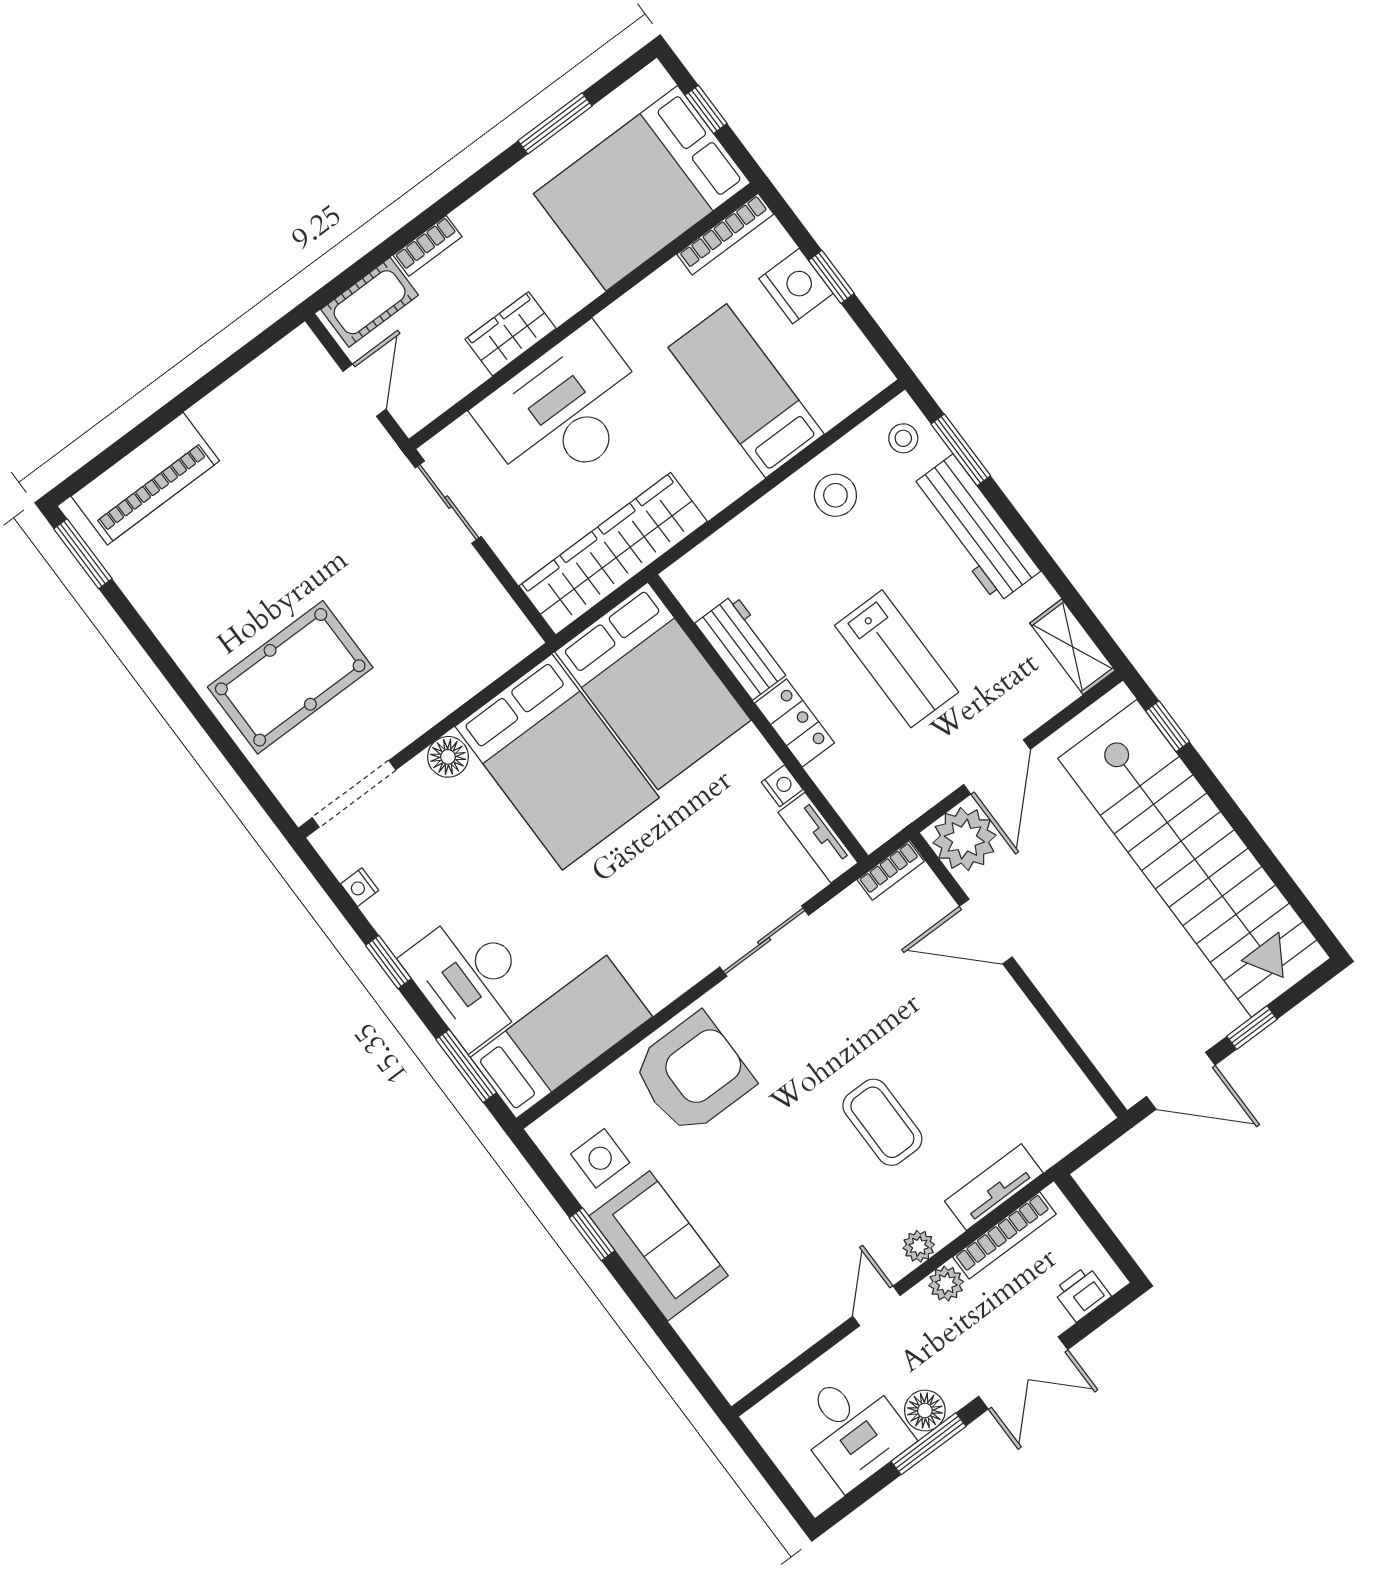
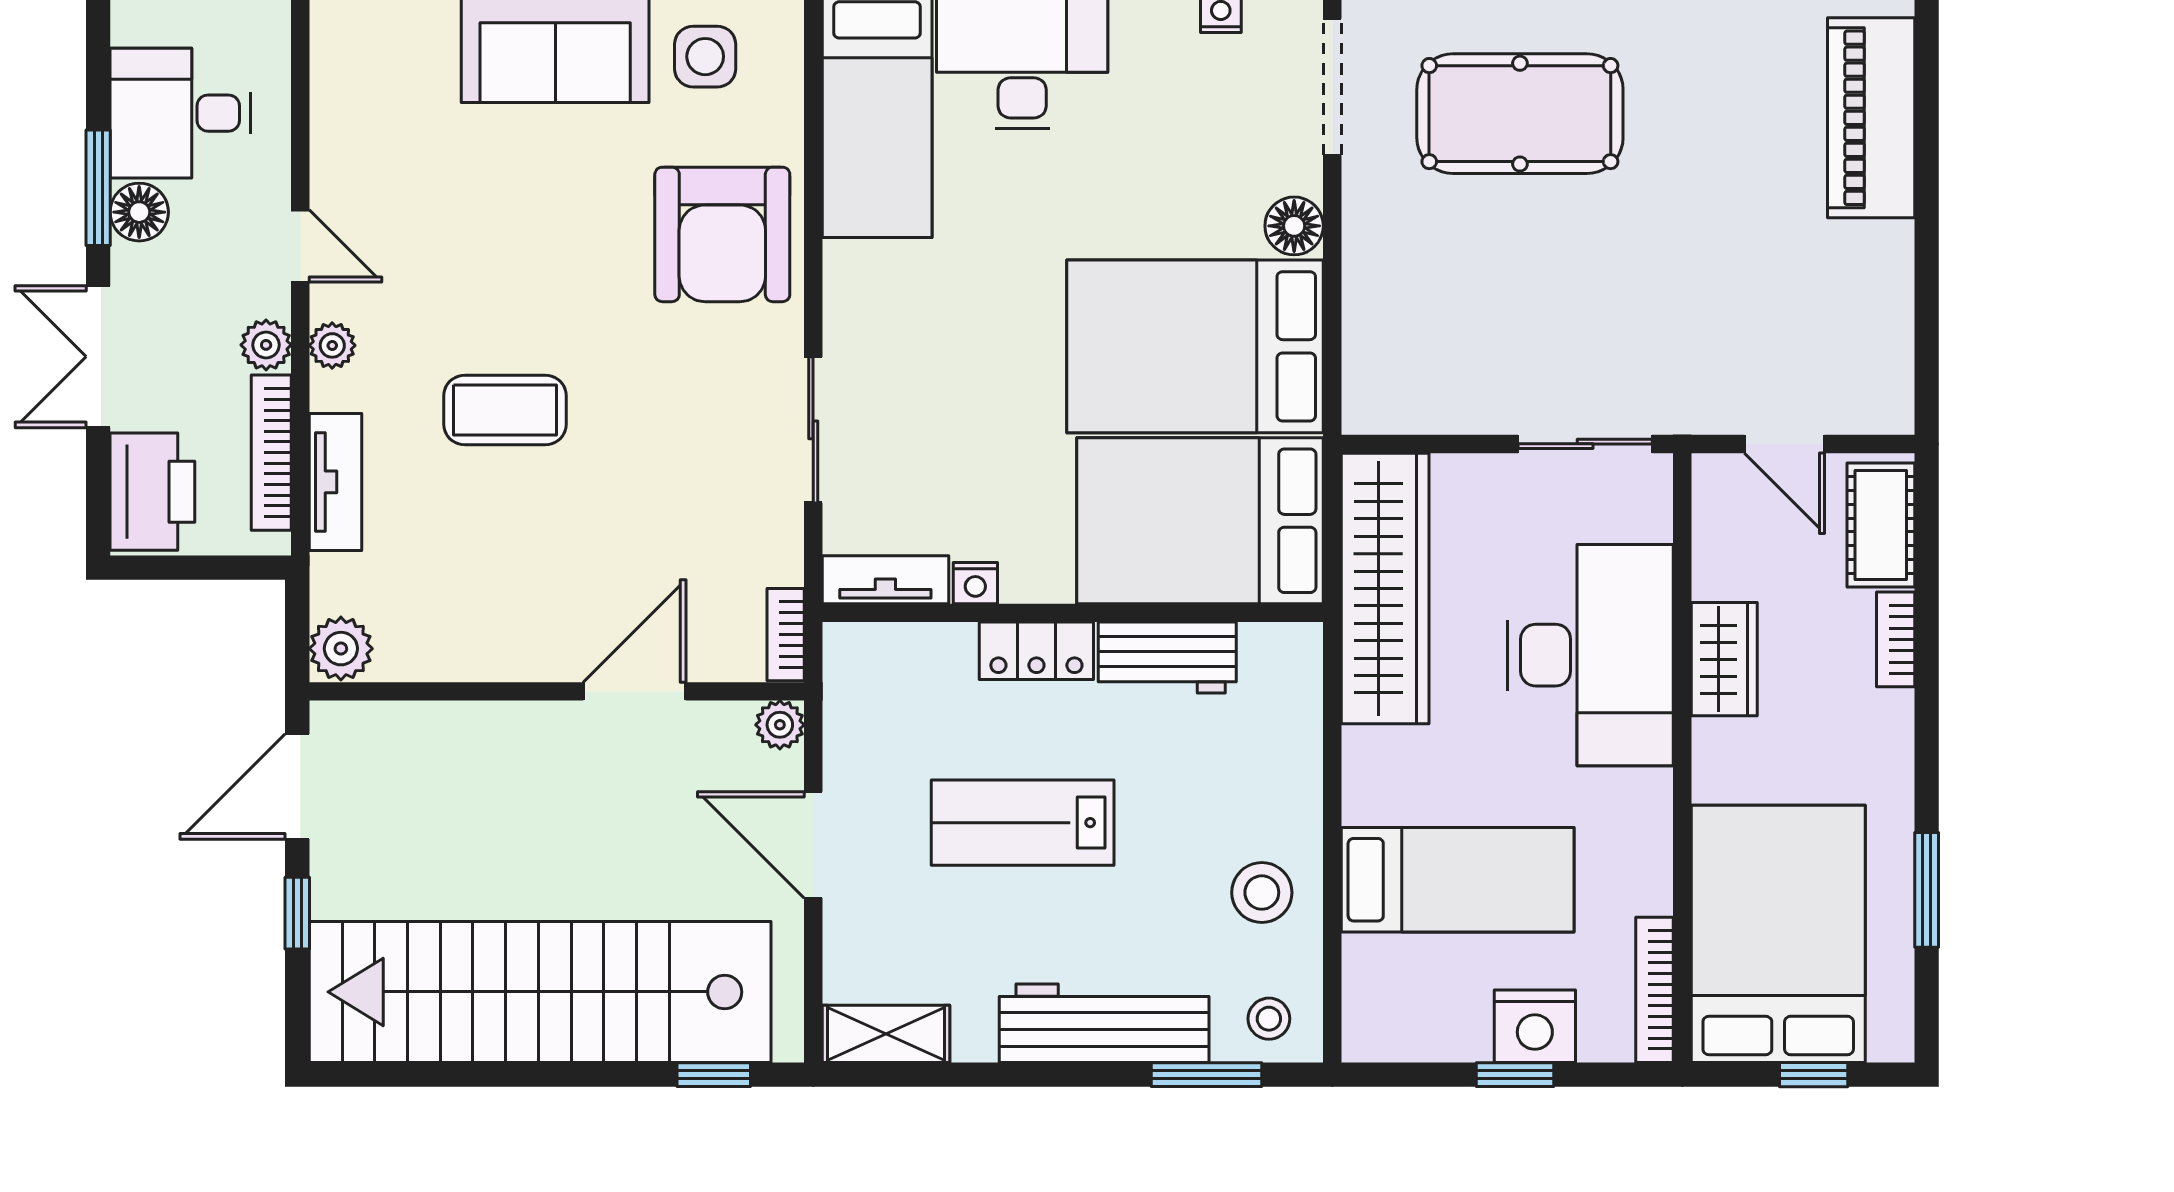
pool table: (290, 677) -> (1520, 114), turned 90
plant: (964, 839) -> (780, 725), width x0.53, depth x0.53
plant: (1085, 1114) -> (341, 649), added
printer: (1082, 1293) -> (152, 492), width x1.87, depth x1.48

